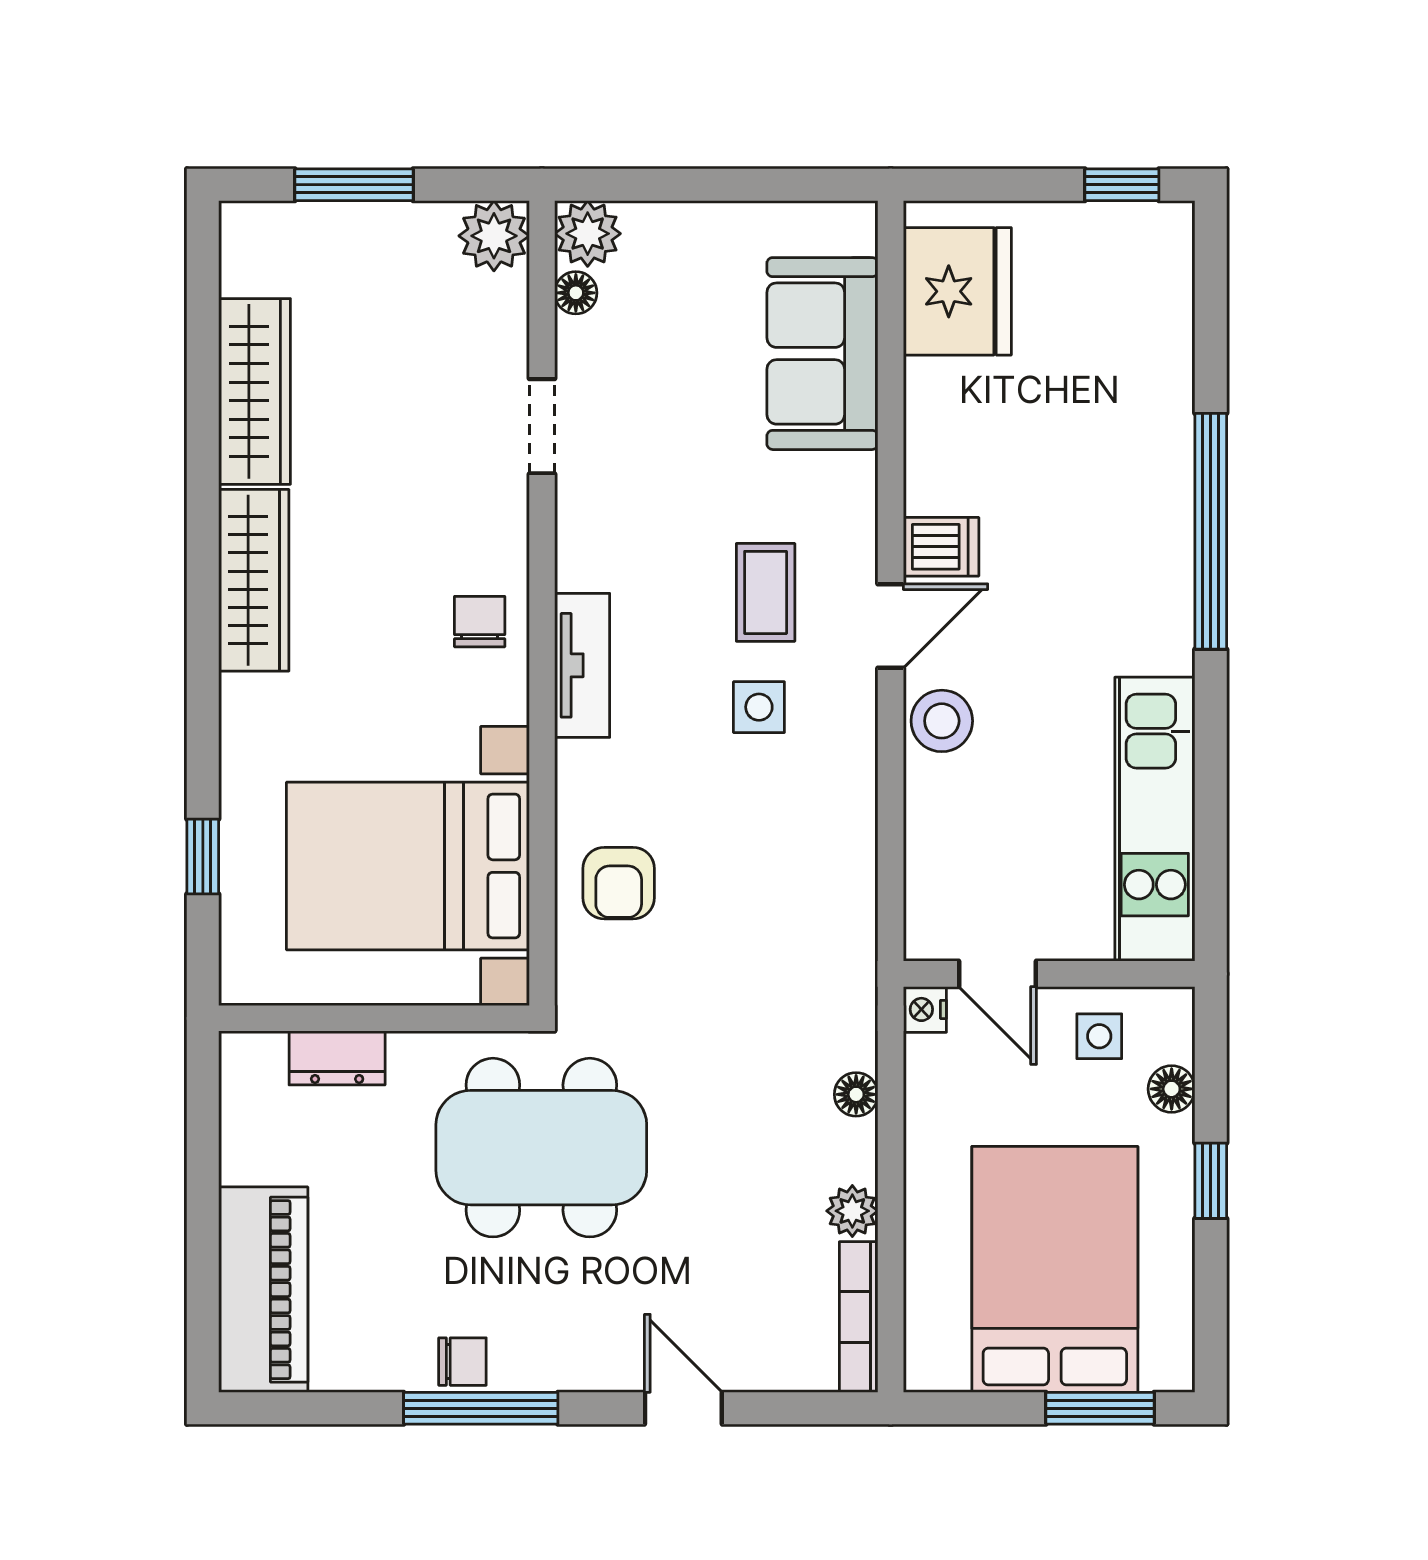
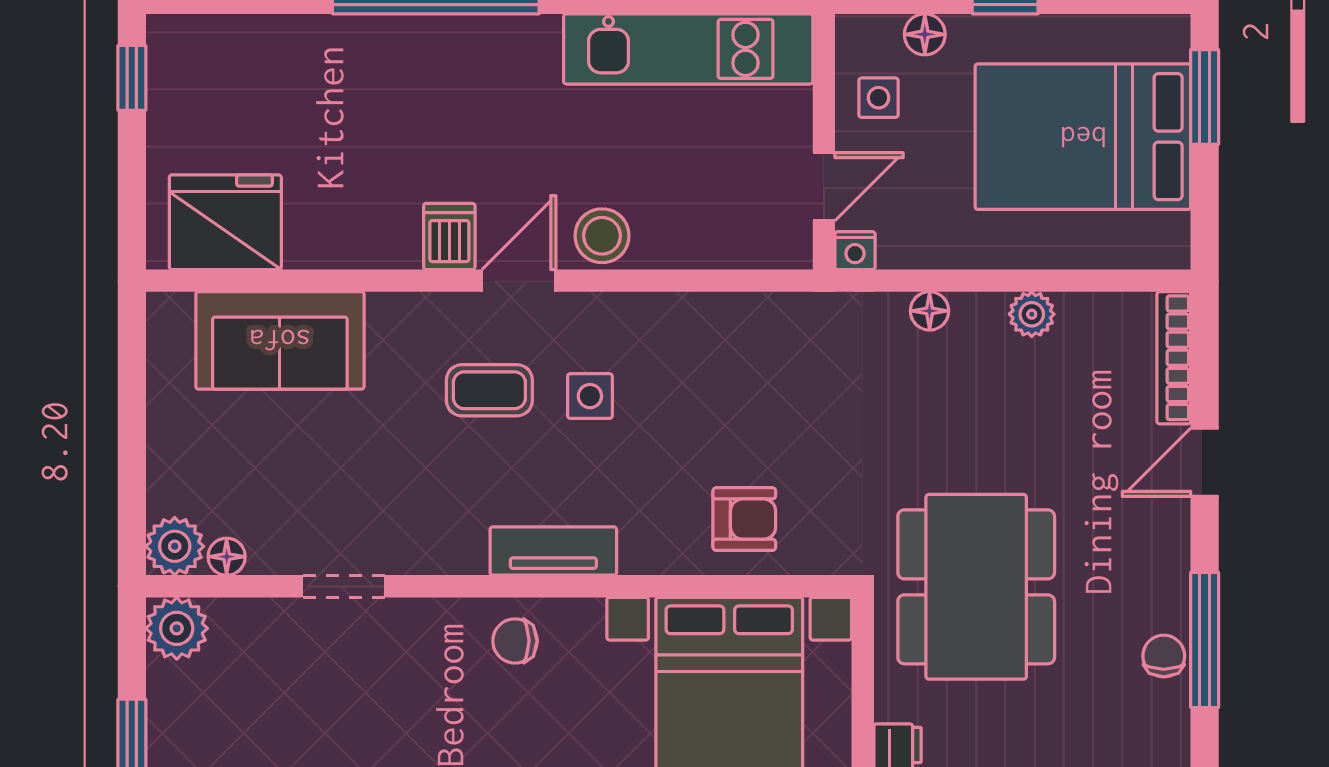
door: (891, 626) -> (519, 281), hinge flipped
bookcase: (859, 1317) -> (1174, 358), moved, turned 90

